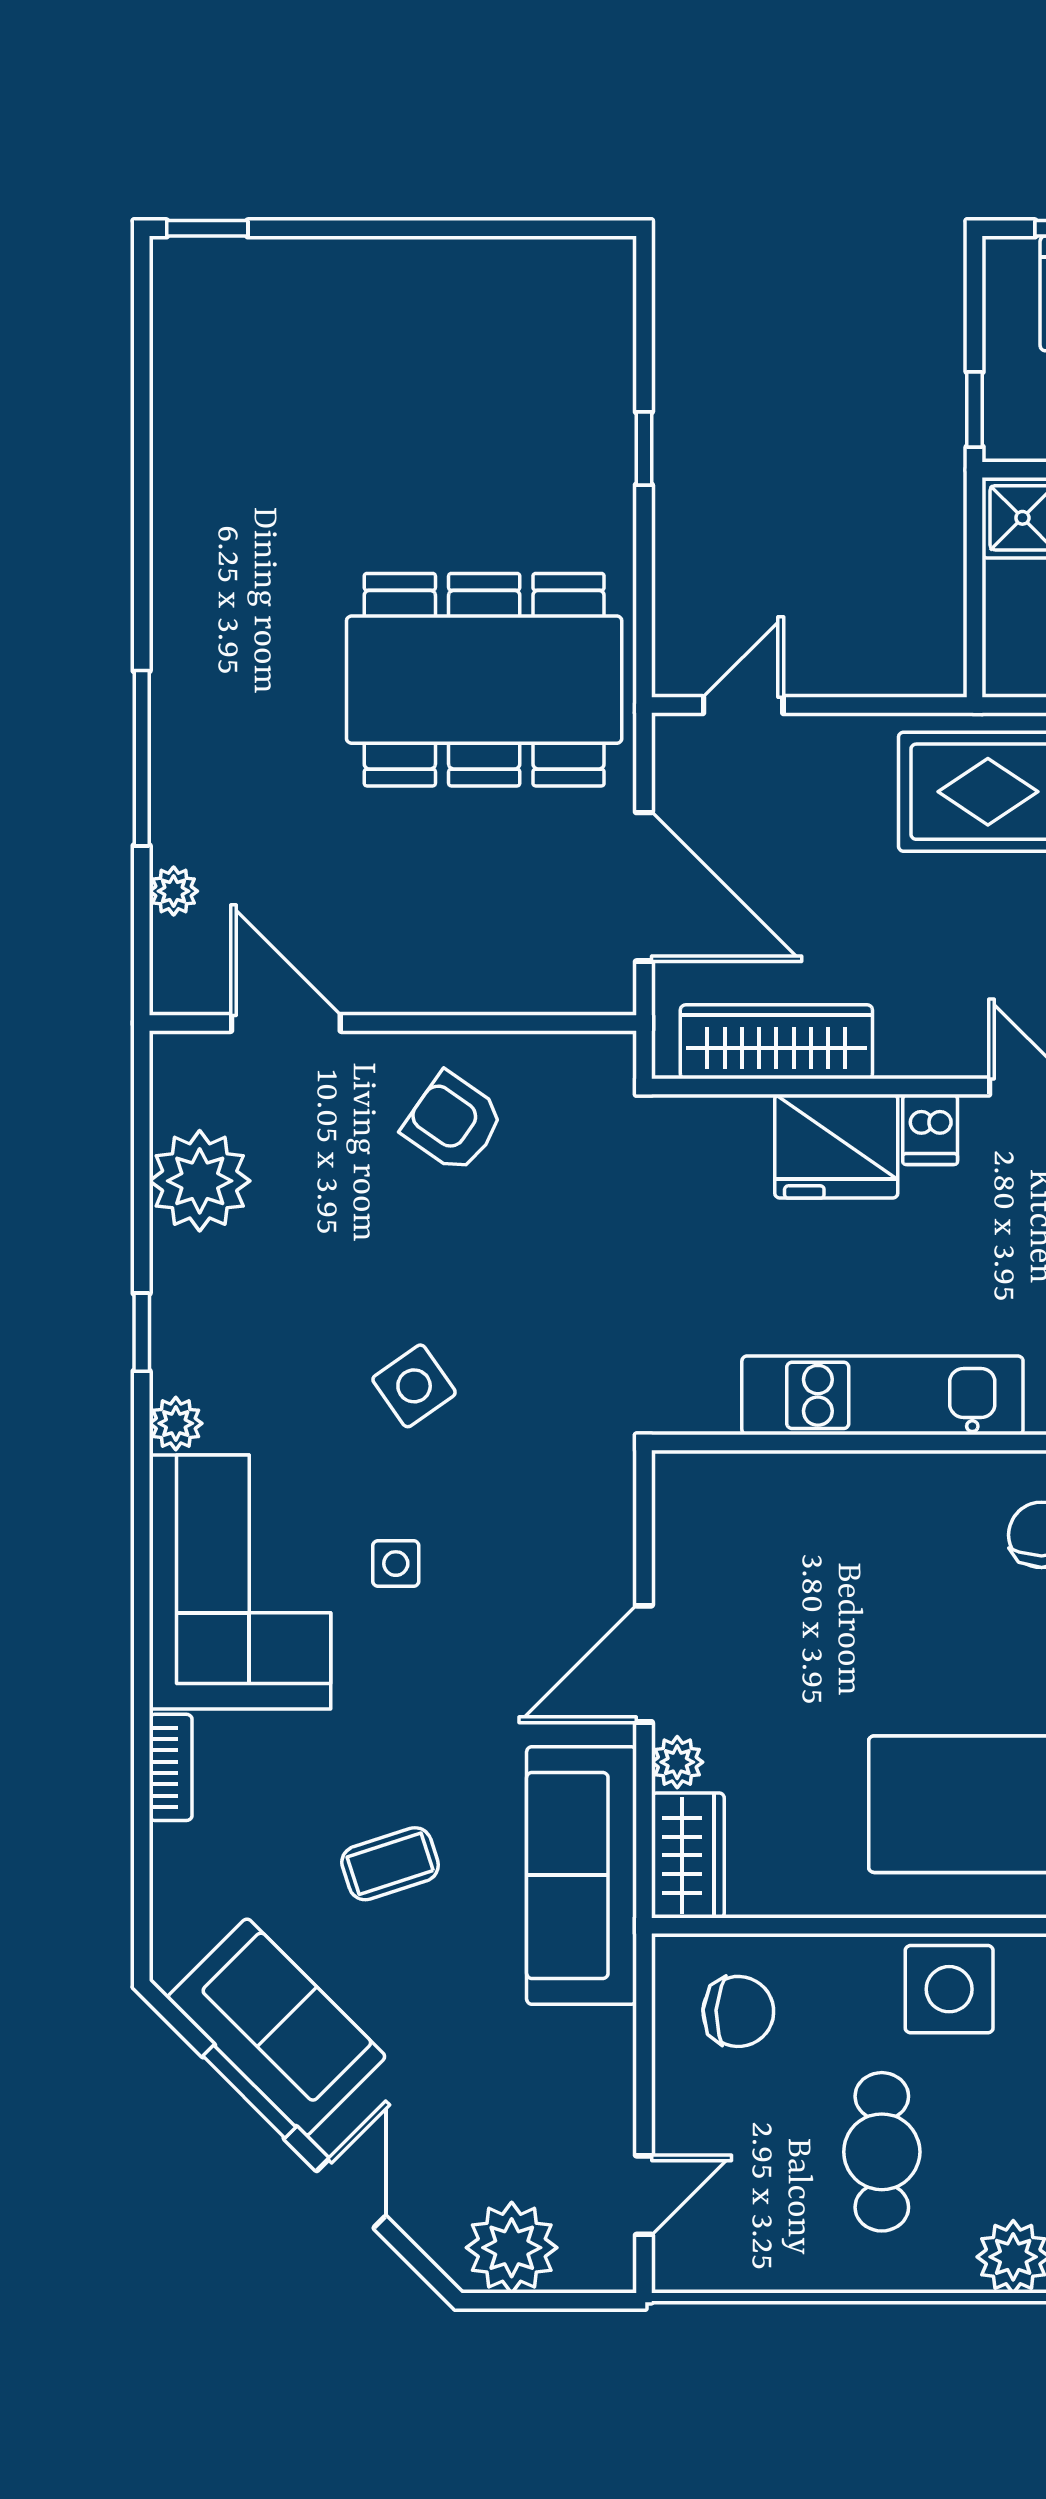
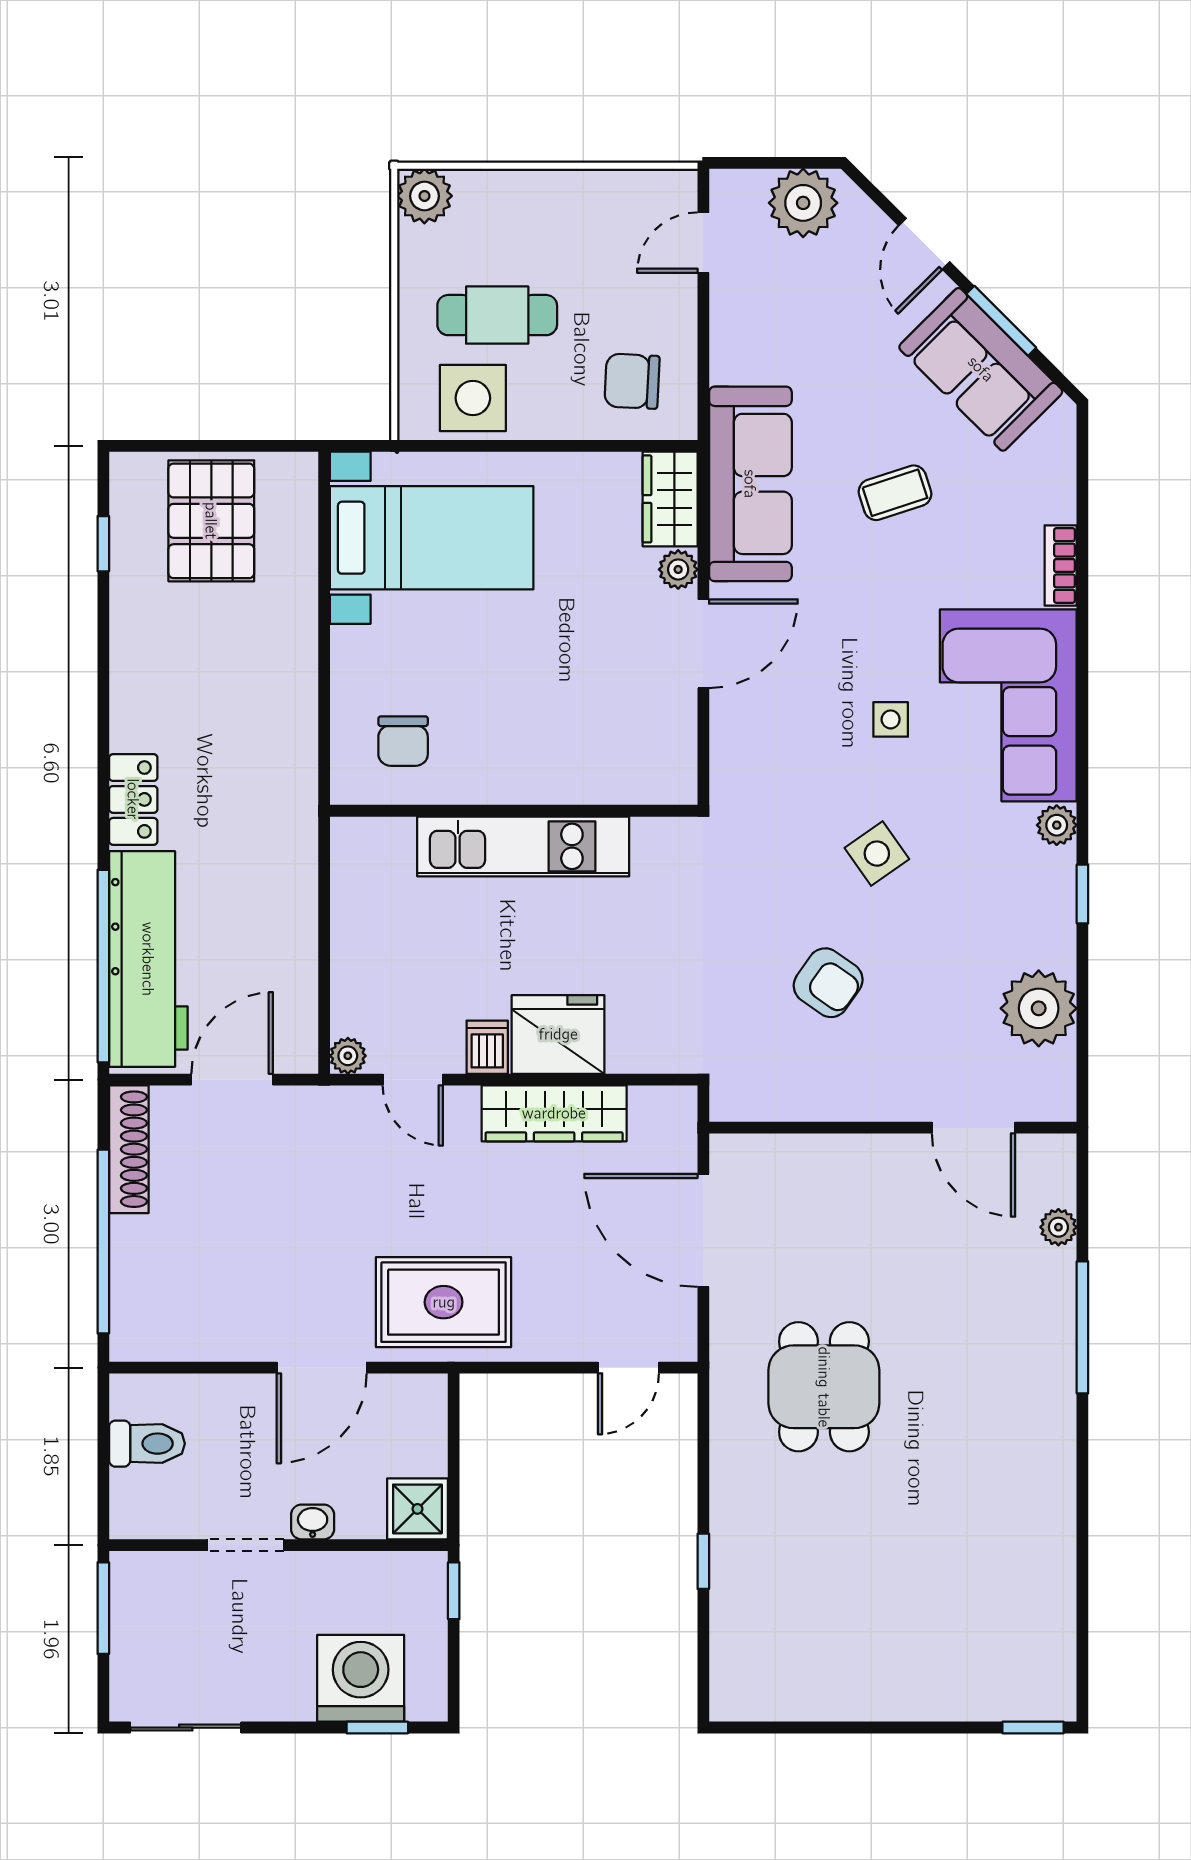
dining table: (484, 680) -> (824, 1387), width x0.53, depth x0.80
wardrobe: (776, 1042) -> (554, 1113), moved
armchair: (453, 1122) -> (828, 983), moved
cafe table: (882, 2152) -> (497, 315), moved, turned 90

